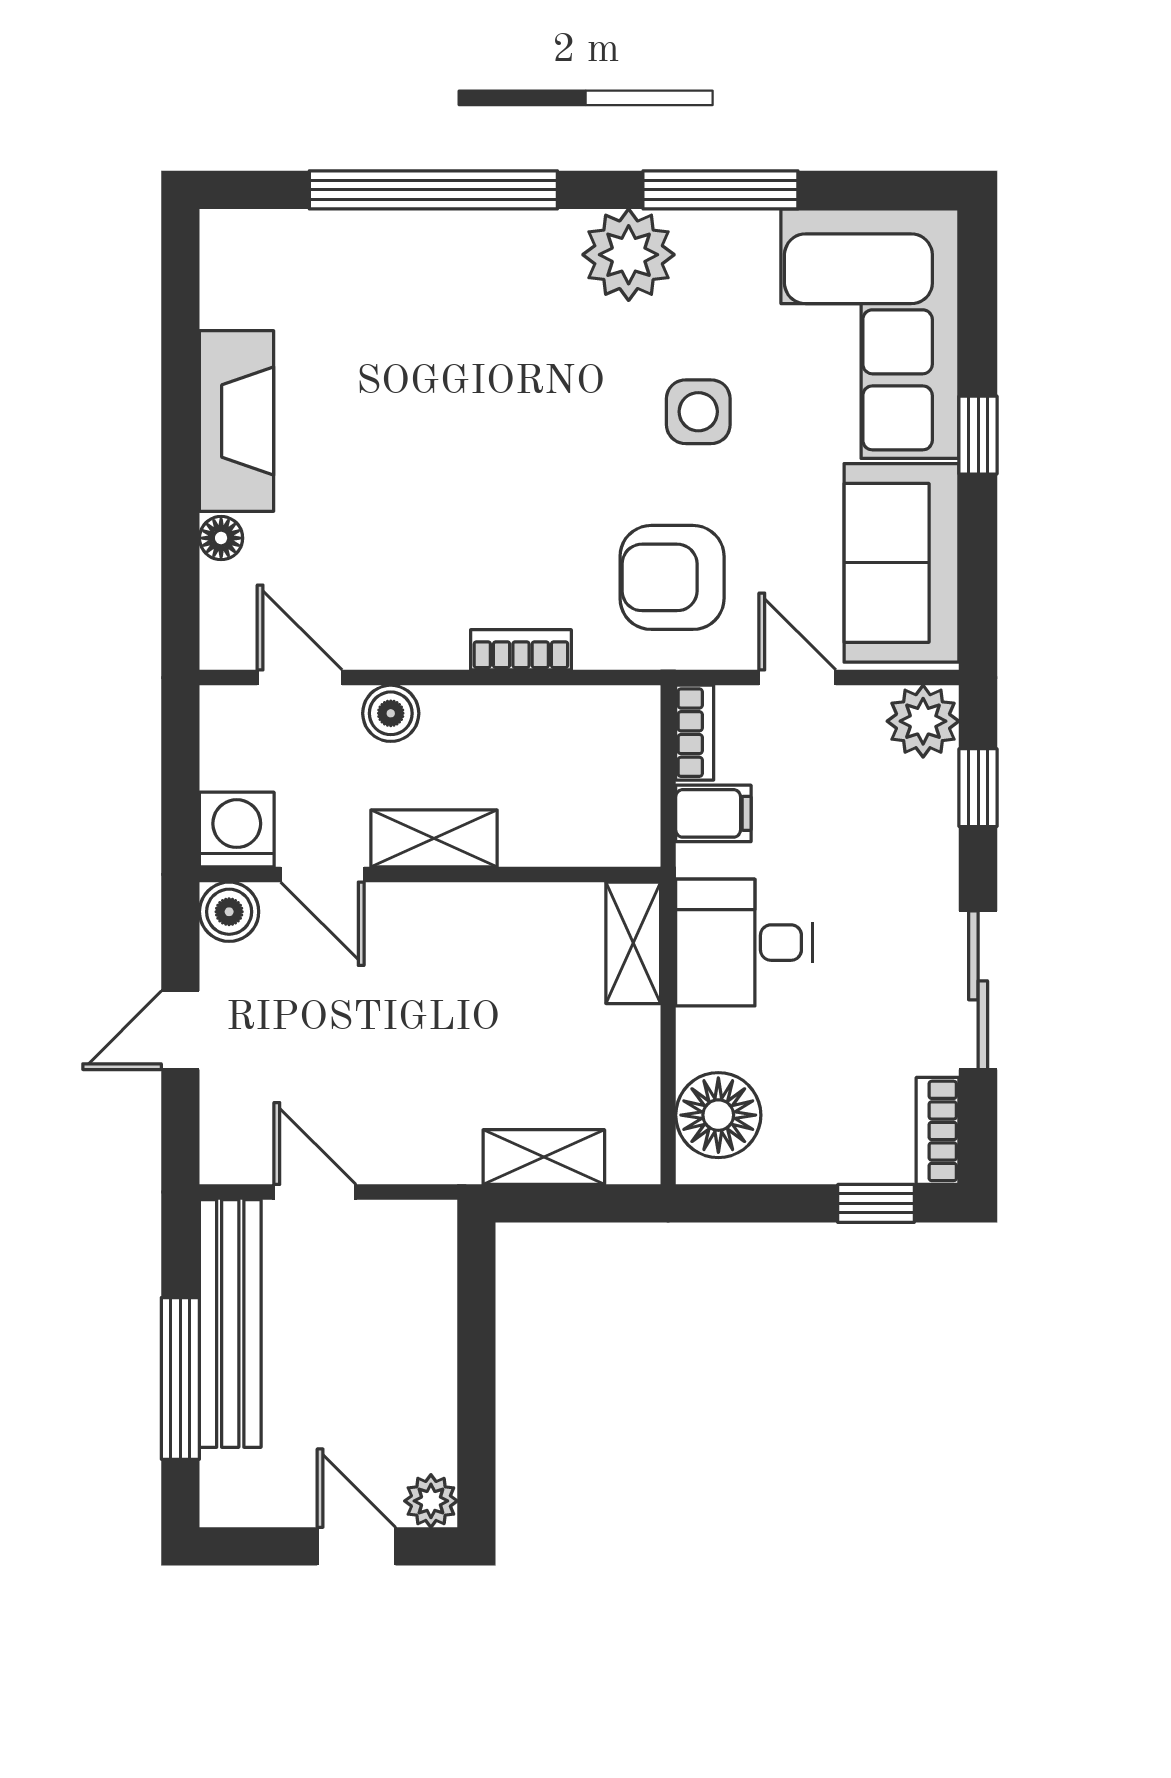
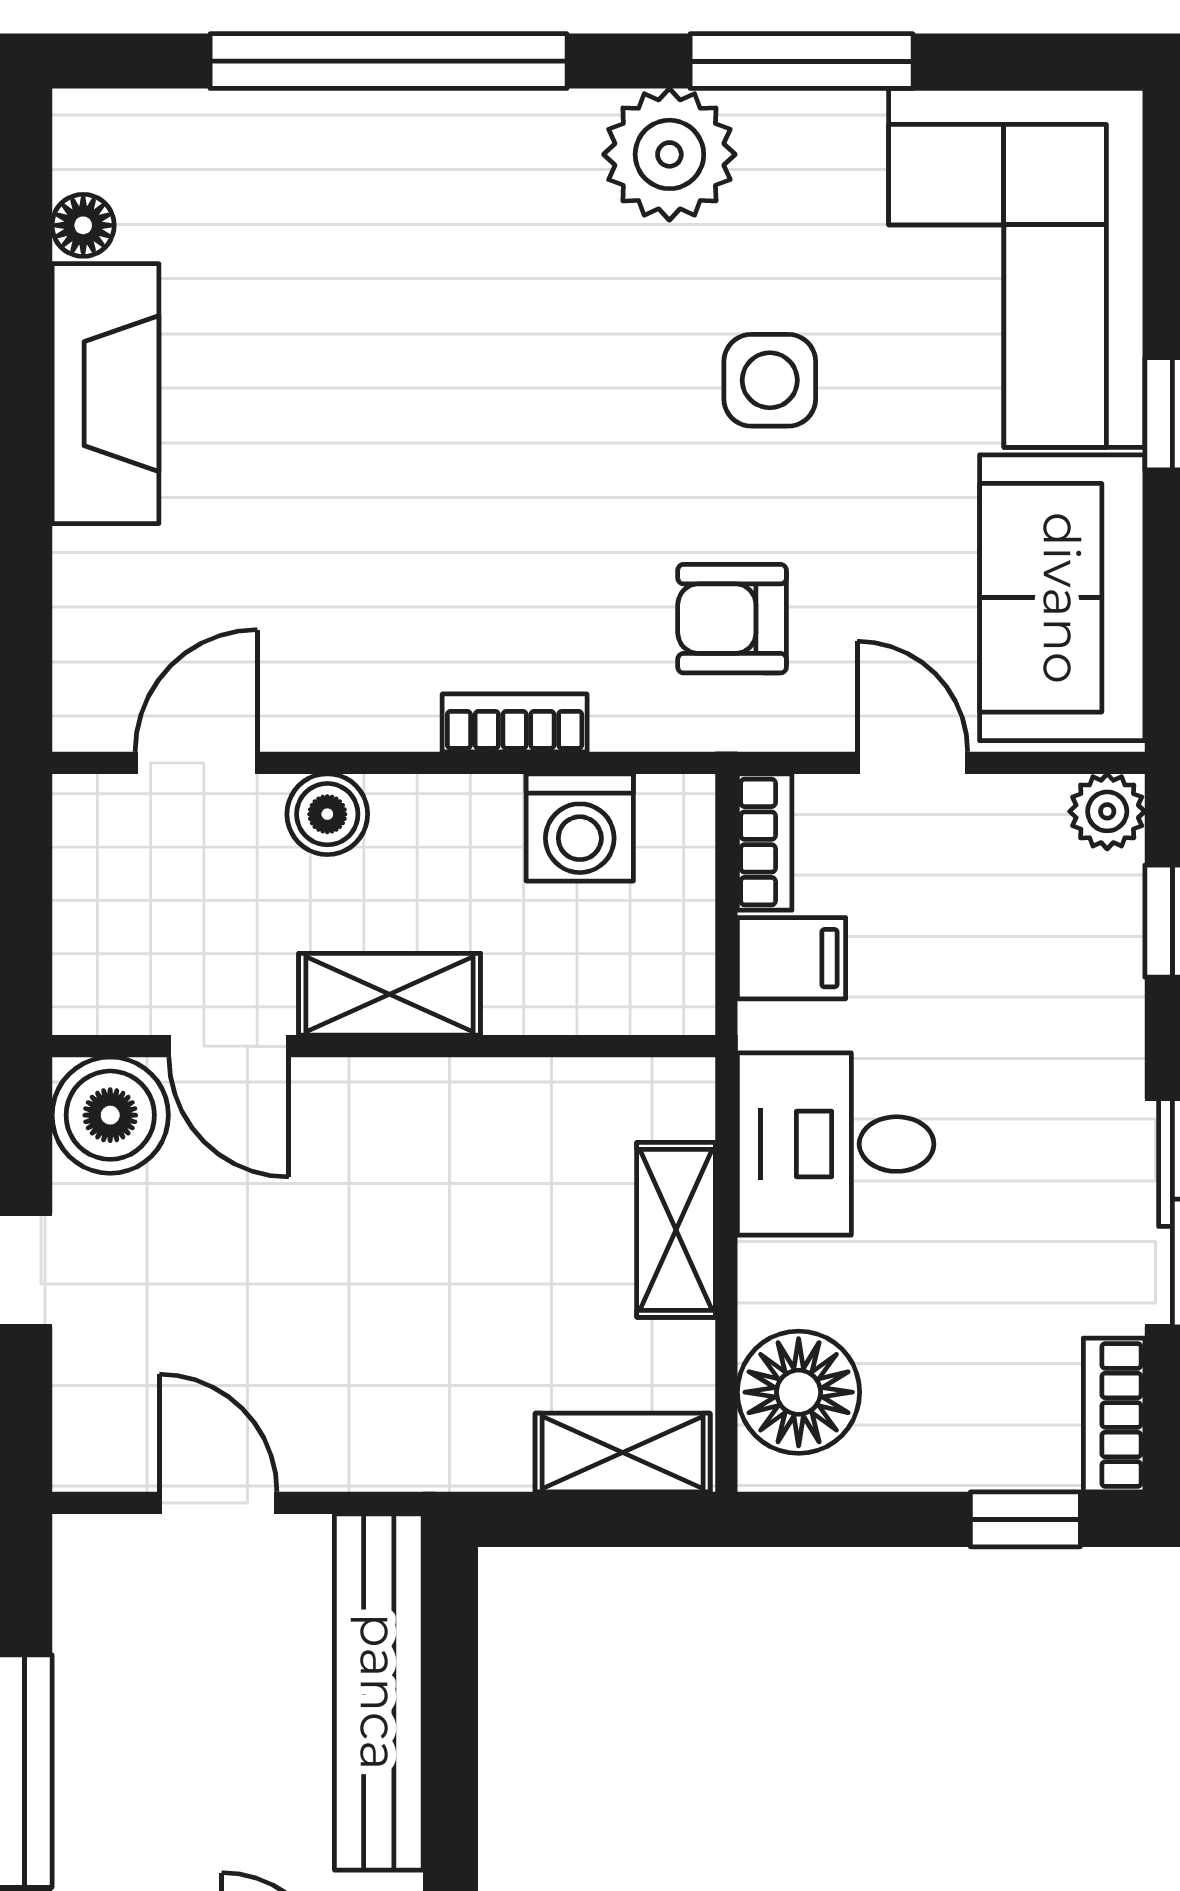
floor lamp: (221, 538) -> (83, 225), moved
armchair: (672, 577) -> (732, 619), width x0.72, depth x0.72
door: (300, 678) -> (196, 763), hinge flipped
plant: (923, 721) -> (1107, 811), width x0.73, depth x0.73
washing machine: (237, 830) -> (580, 827), moved, turned 180
boiler: (229, 912) -> (110, 1115), width x1.36, depth x1.36
shelving: (633, 943) -> (676, 1230), moved
shelving: (544, 1157) -> (623, 1453), moved
bench: (230, 1323) -> (379, 1692), moved

